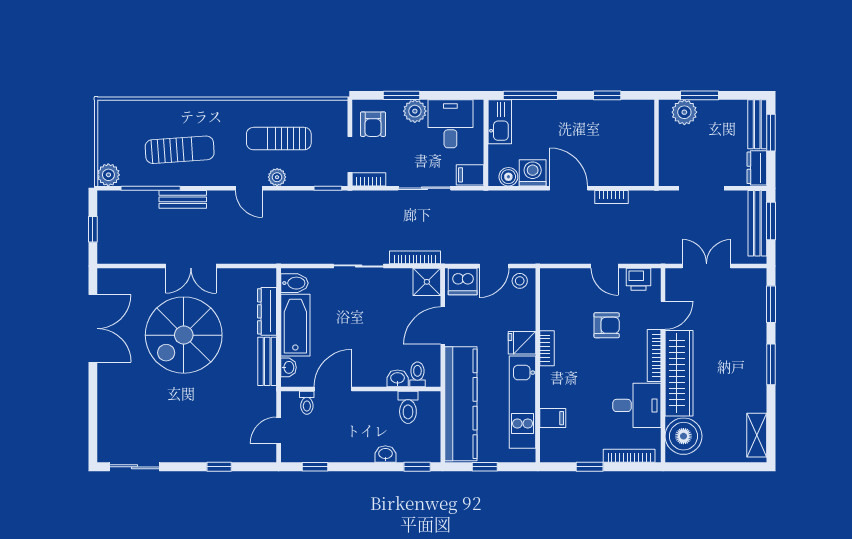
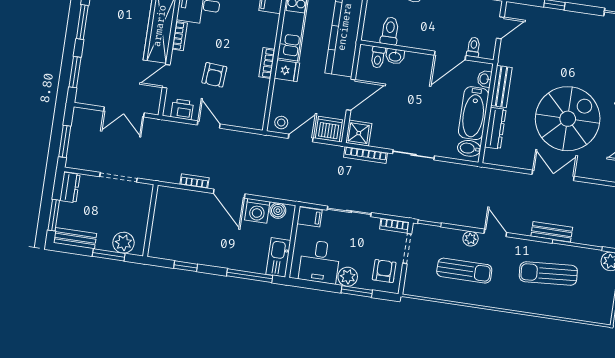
bench: (757, 124) -> (75, 238), moved, turned 90
bench: (757, 223) -> (76, 141), removed
armchair: (607, 325) -> (214, 75), turned -86
bookcase: (654, 355) -> (180, 36), width x0.64

